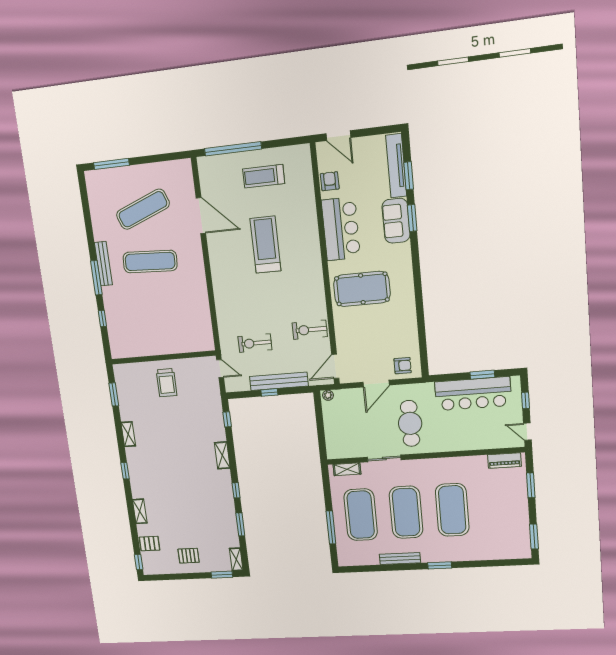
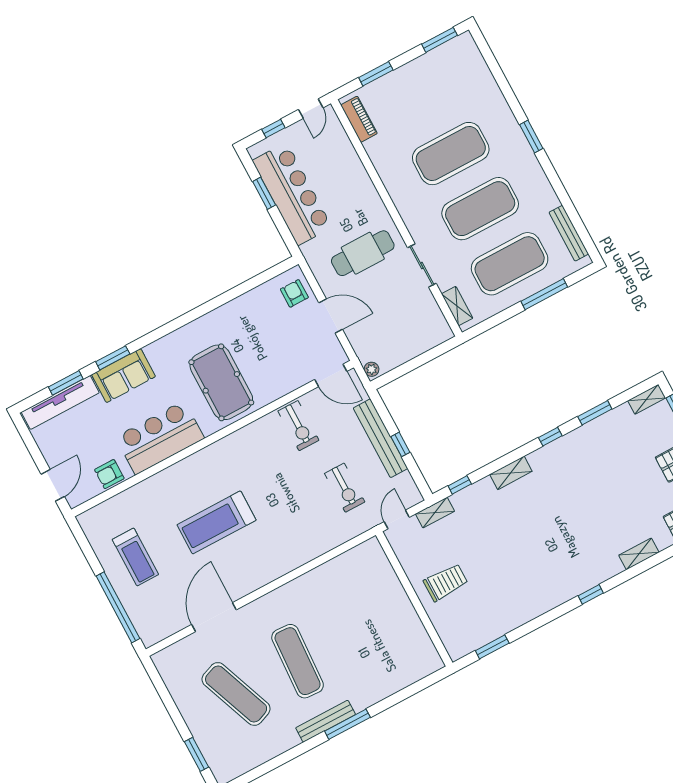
window: (111, 164) -> (196, 754), width x0.69
window: (102, 318) -> (397, 698), removed
shelving: (128, 434) -> (435, 513), moved
bench: (400, 559) -> (569, 233), moved

